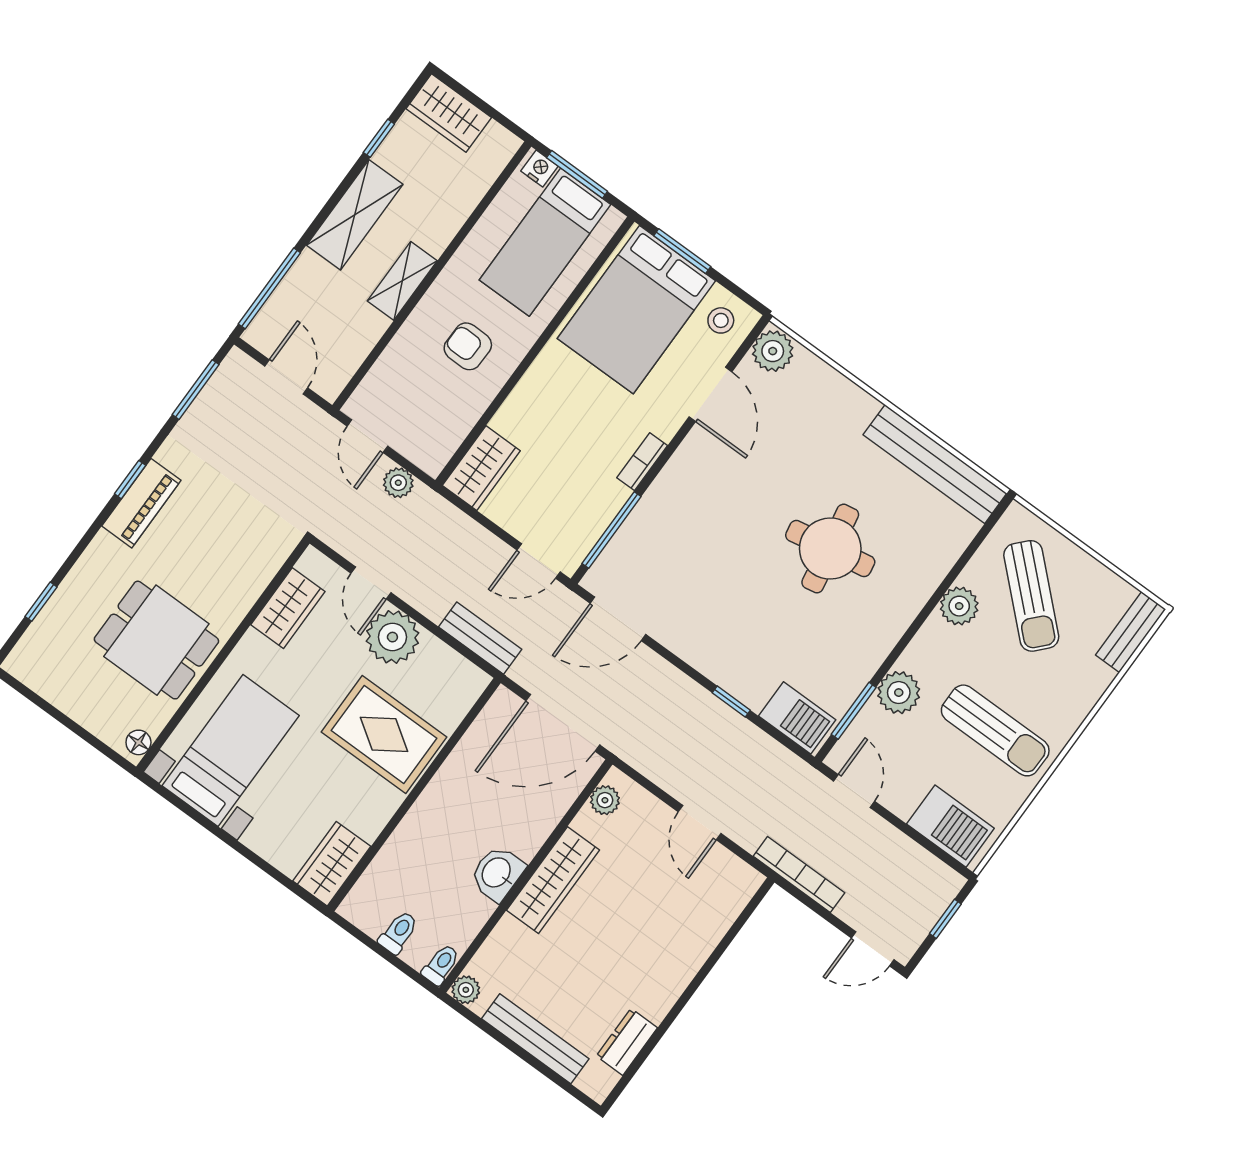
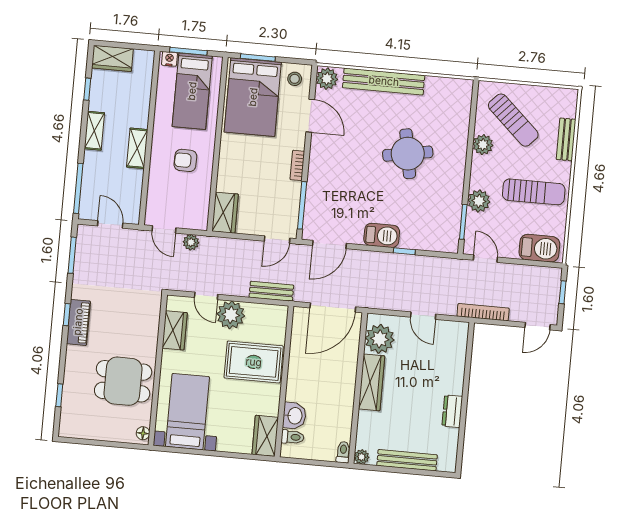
shelving: (355, 215) -> (94, 131), width x0.67, depth x0.75
bench: (935, 464) -> (384, 81), moved
bench: (1131, 632) -> (566, 139), moved
barbecue: (797, 718) -> (382, 235), moved
plant: (605, 800) -> (380, 339), width x1.87, depth x1.87
washbasin: (497, 873) -> (294, 416), moved, turned 180
toilet: (398, 932) -> (293, 437), moved, turned 90
dresser: (627, 1042) -> (452, 411), moved

